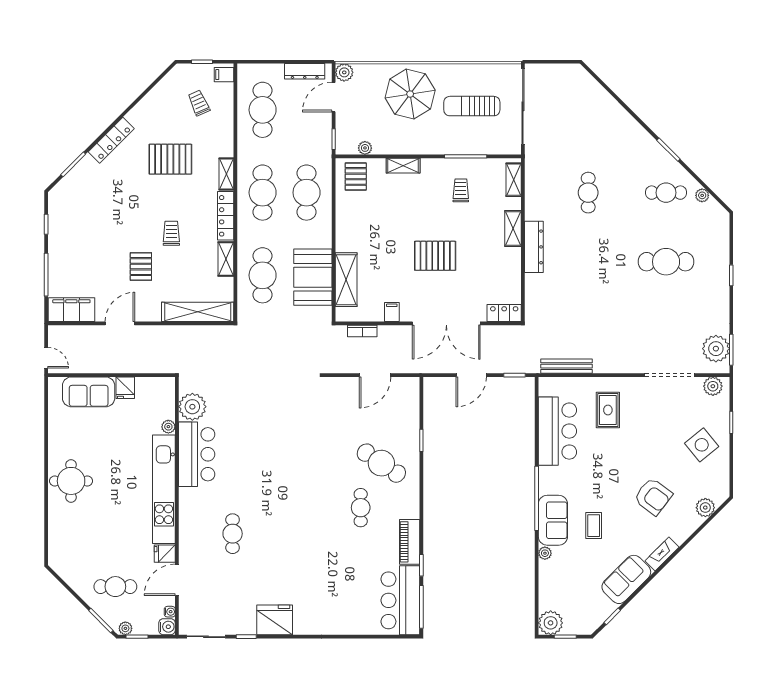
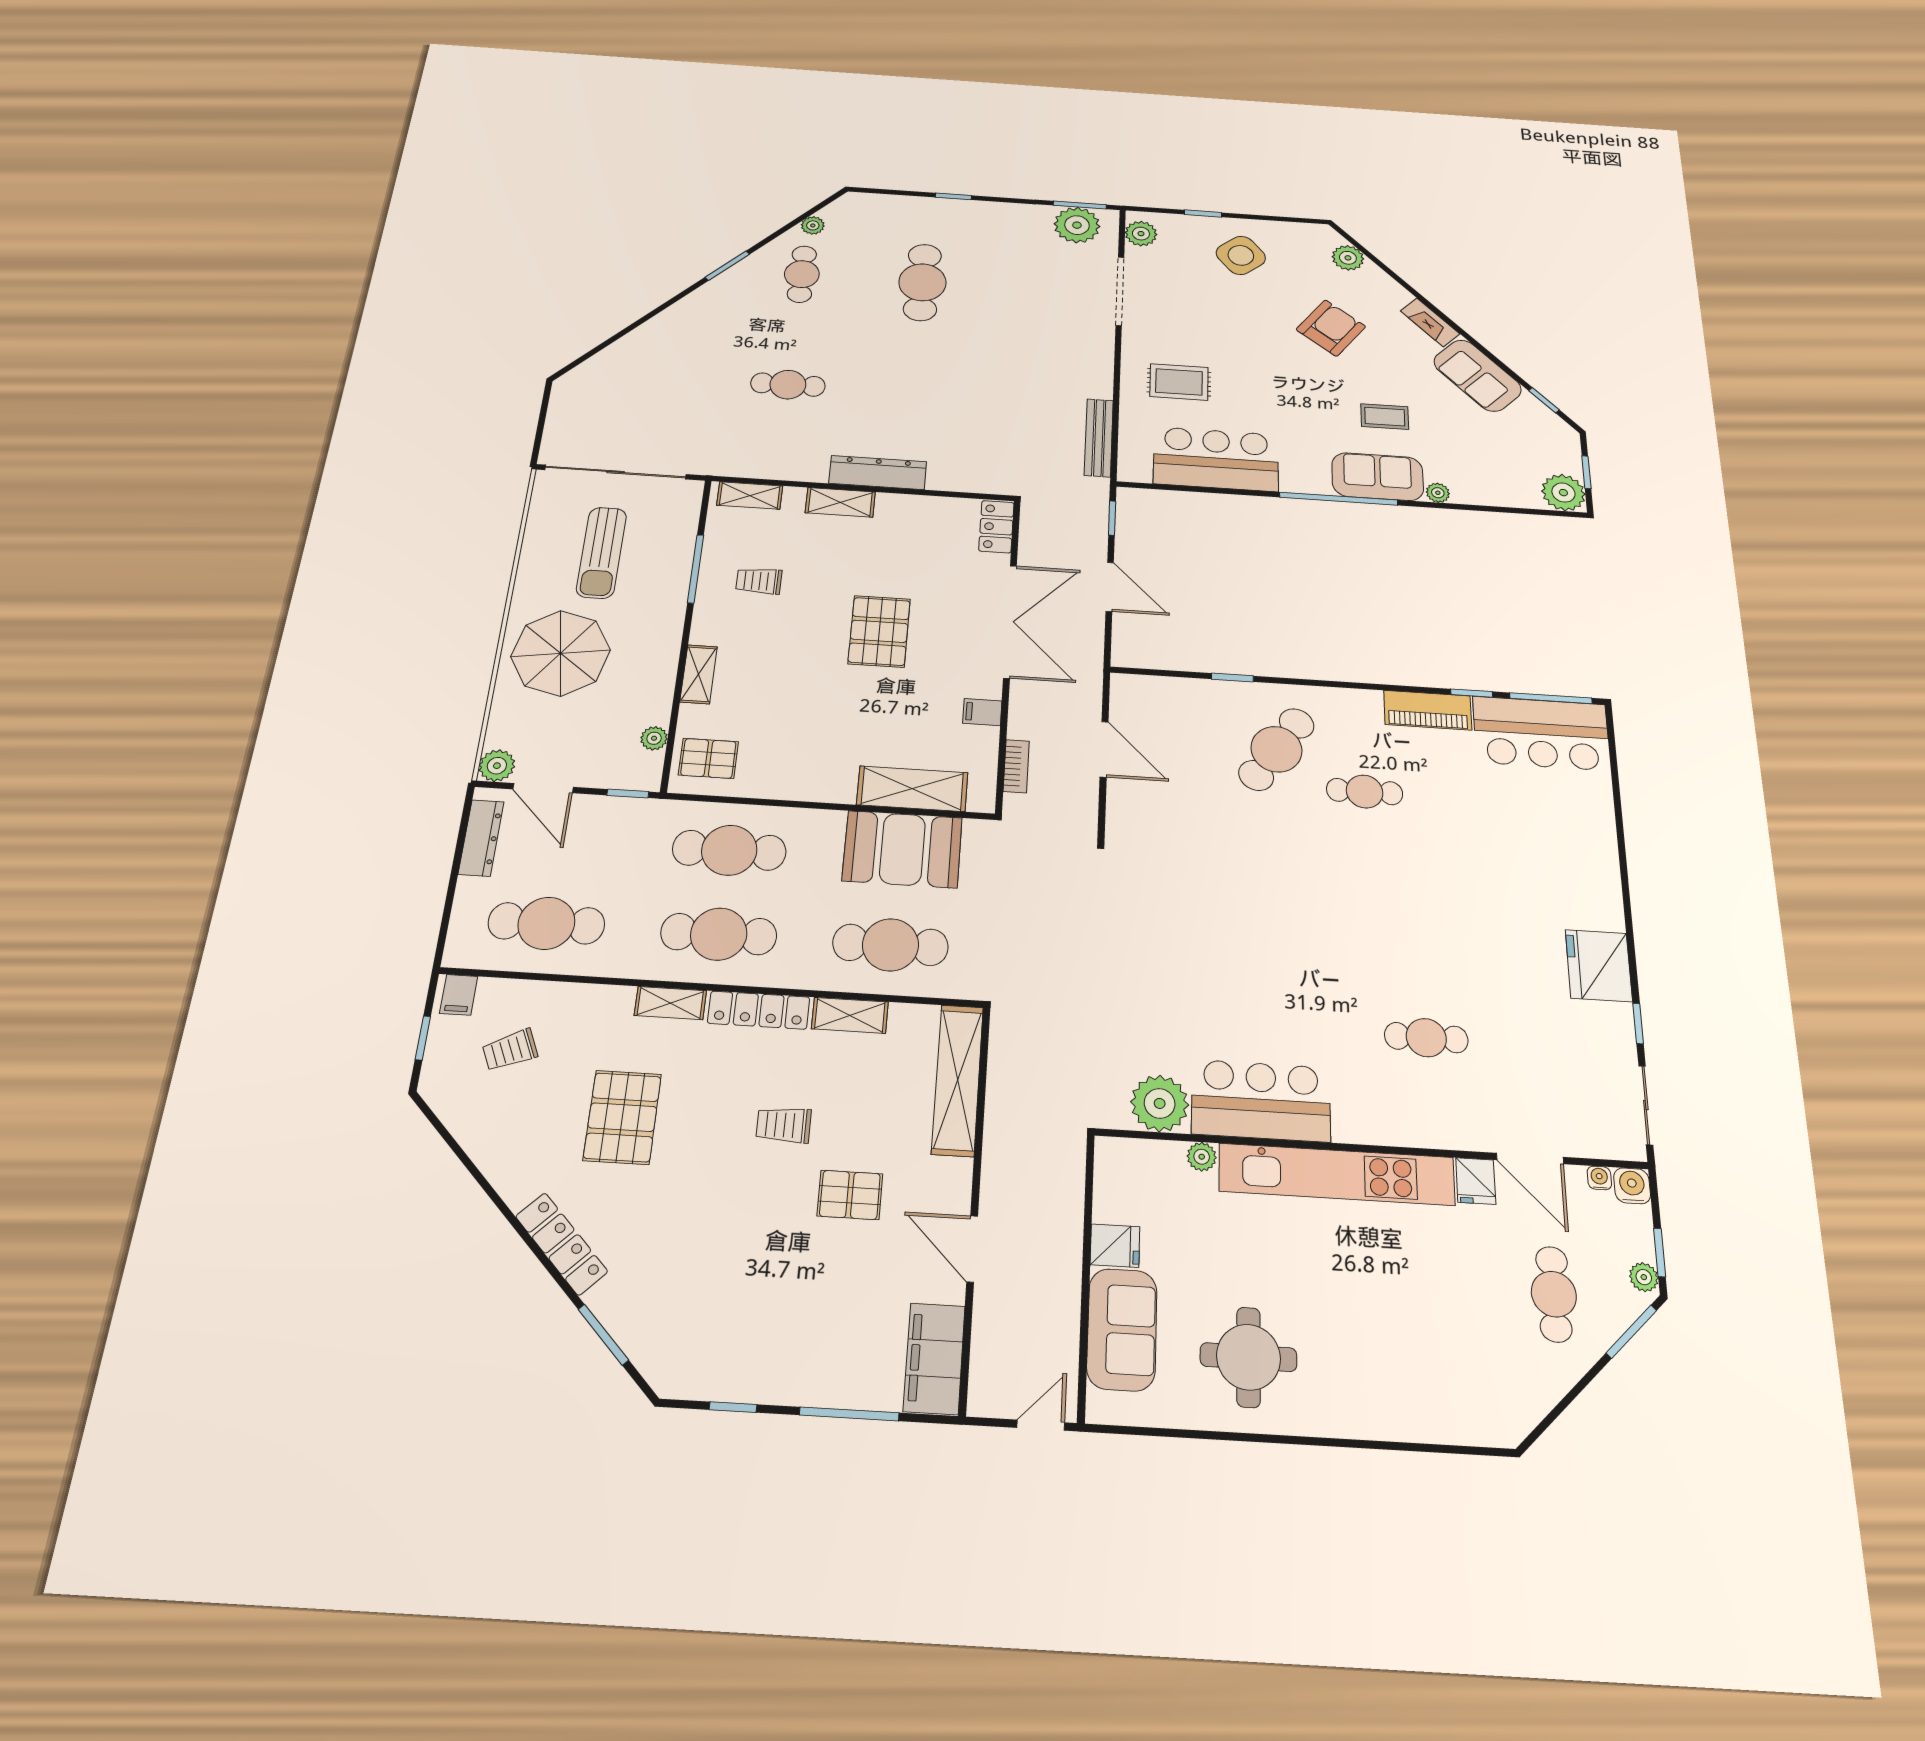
round table: (71, 481) -> (1248, 1357), moved

